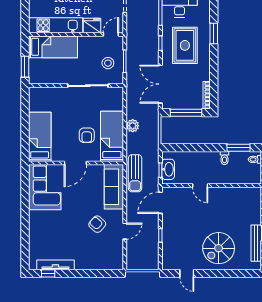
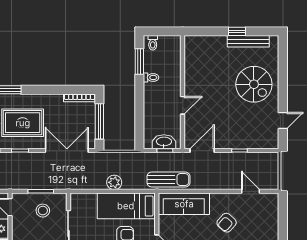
double door: (160, 84) -> (67, 151), swing flipped
door: (160, 203) -> (202, 151), swing flipped
door: (125, 231) -> (251, 191), moved

